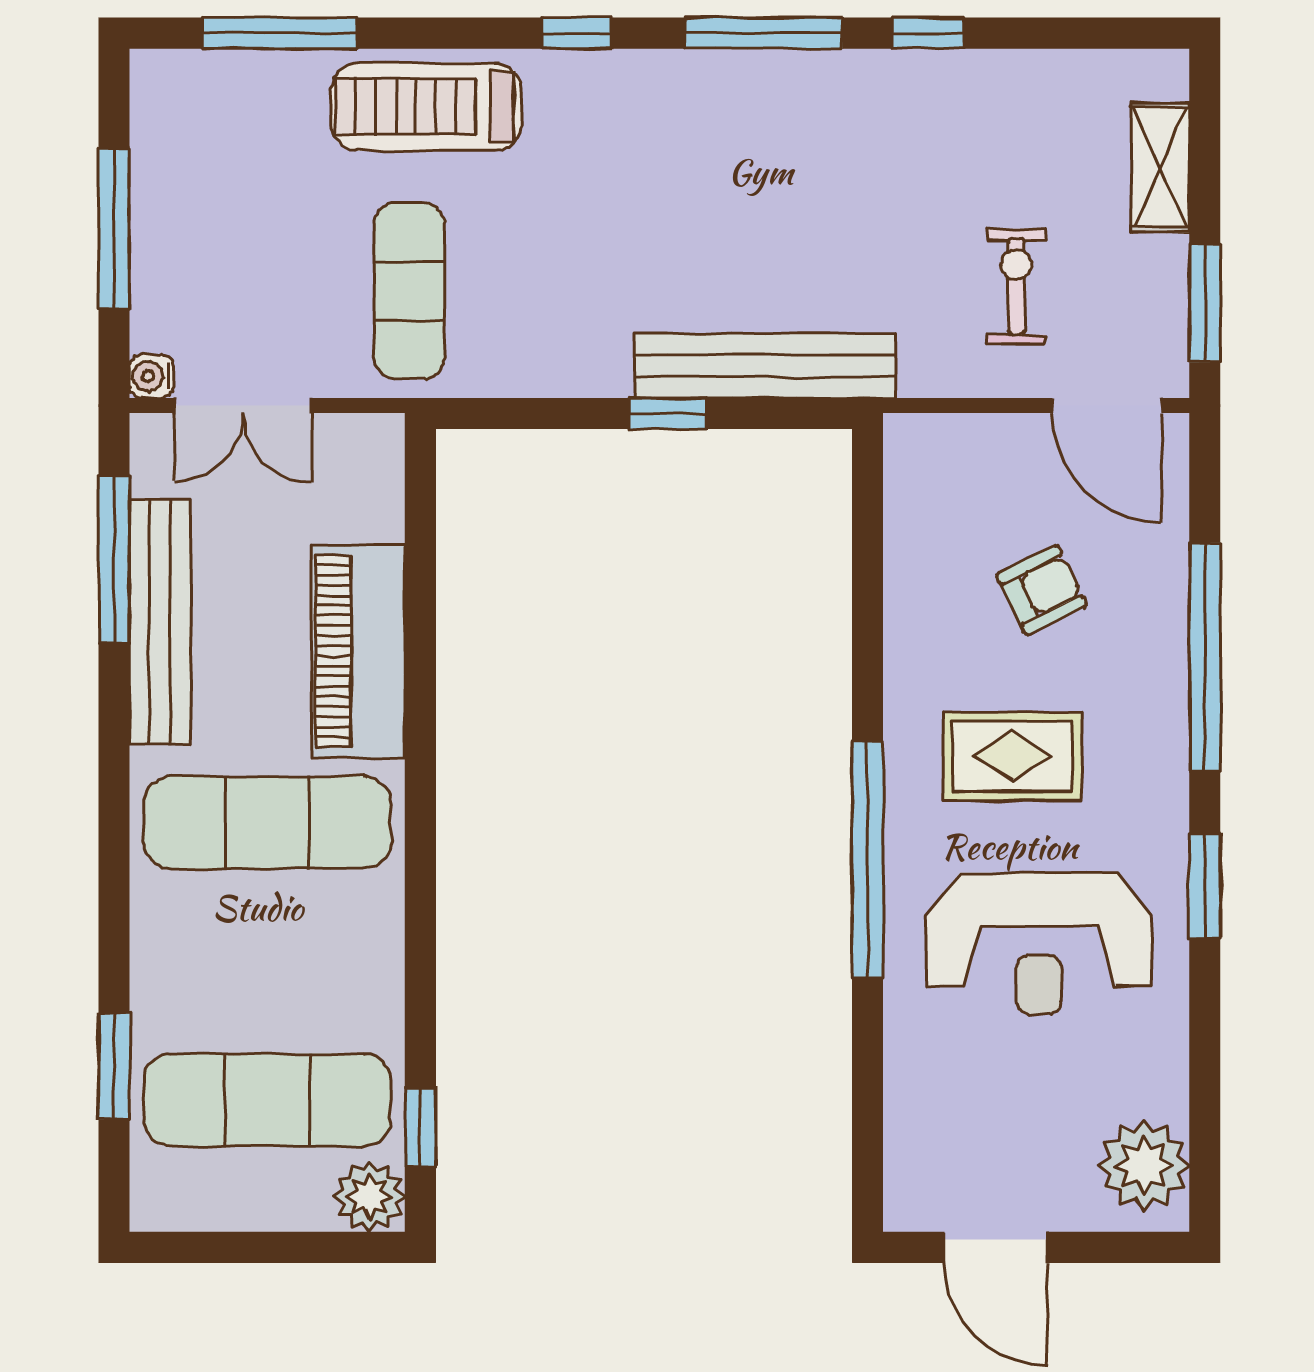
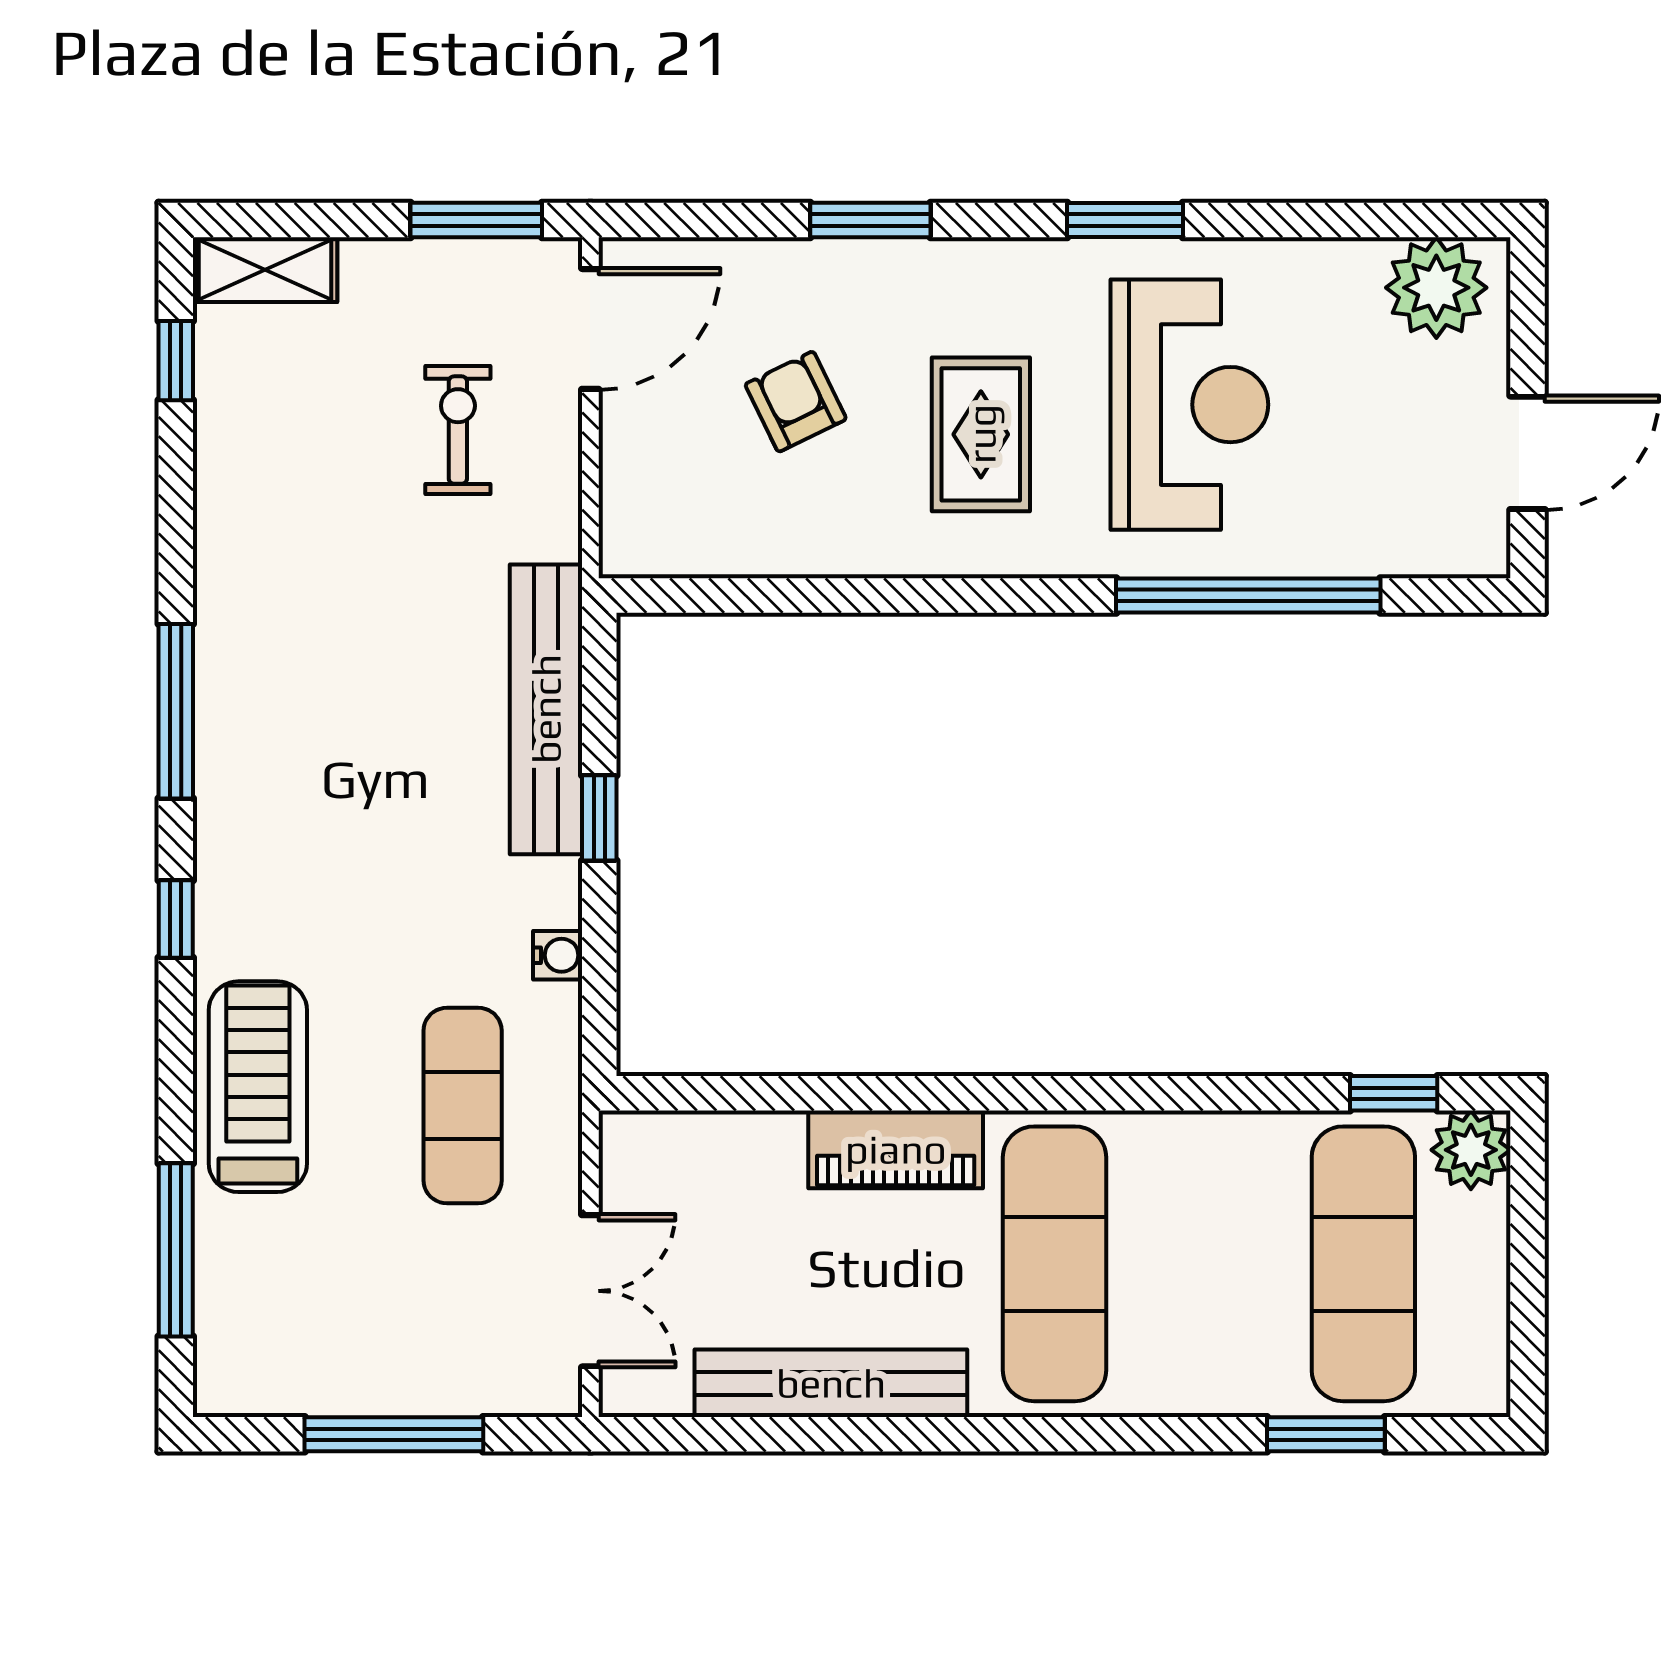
window: (928, 33) -> (176, 361), moved
treadmill: (426, 107) -> (258, 1087), turned 180
shelving: (1160, 167) -> (265, 270), moved
exercise bike: (1016, 287) -> (458, 430), turned 90
exercise mat: (409, 291) -> (463, 1106), turned 90
water cooler: (151, 376) -> (558, 955), moved, turned -90
window: (114, 559) -> (761, 1434), removed
piano: (358, 651) -> (896, 1149), width x0.73, depth x0.75
window: (1205, 657) -> (870, 220), width x0.47
window: (868, 860) -> (1248, 595), moved

